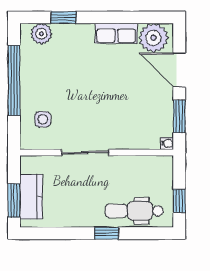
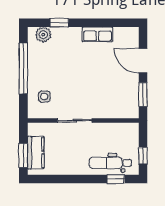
plant: (153, 38) -> (124, 38), removed
water cooler: (167, 143) -> (134, 114), removed
window: (106, 233) -> (116, 179), moved

